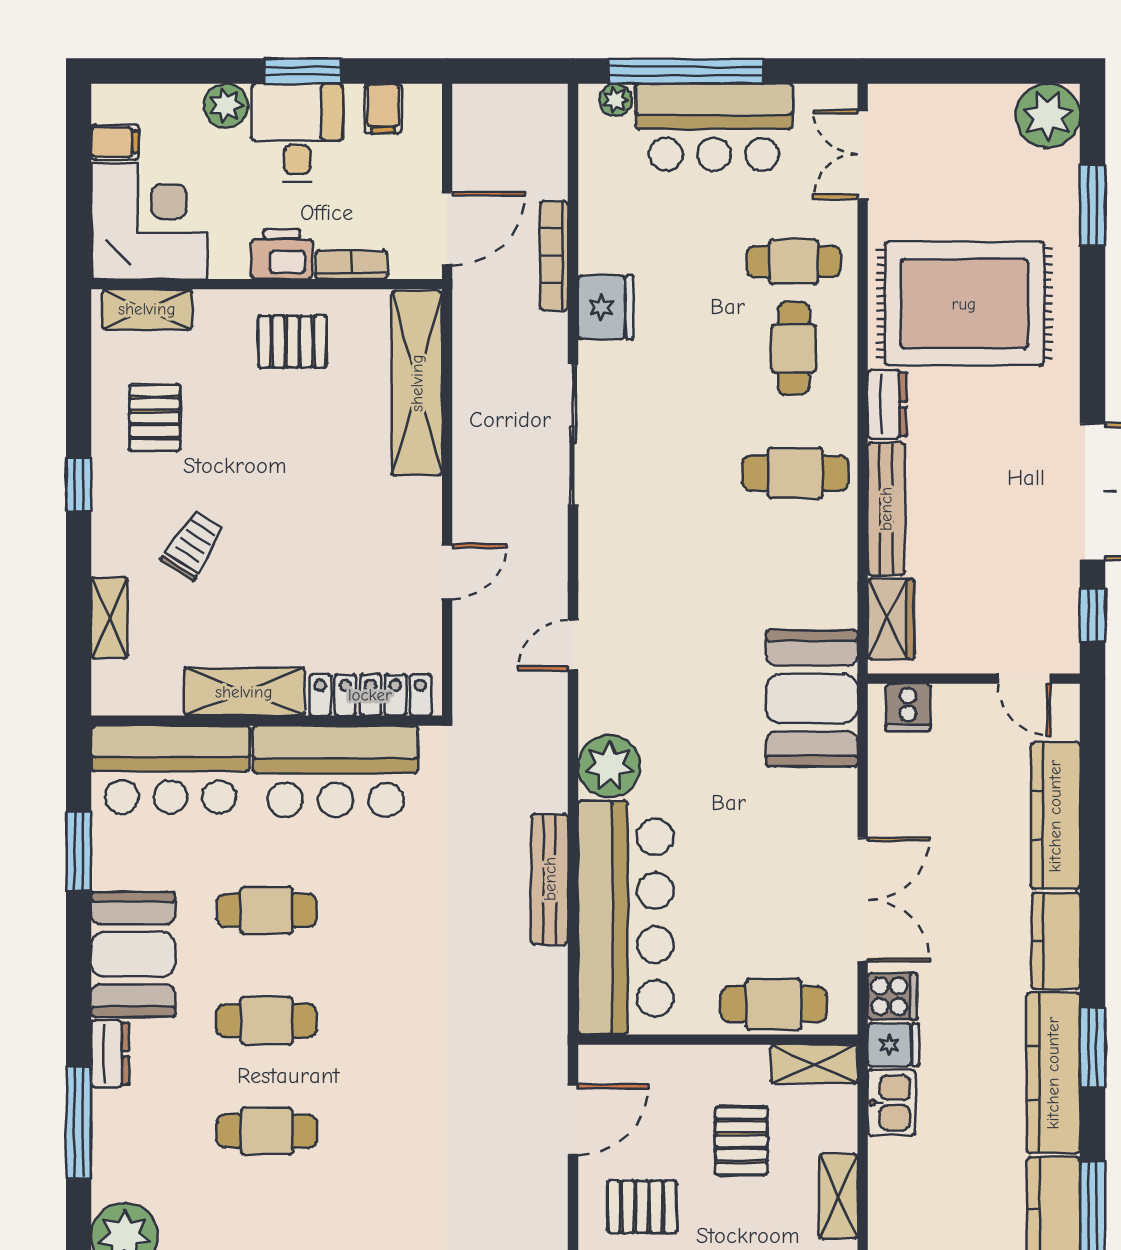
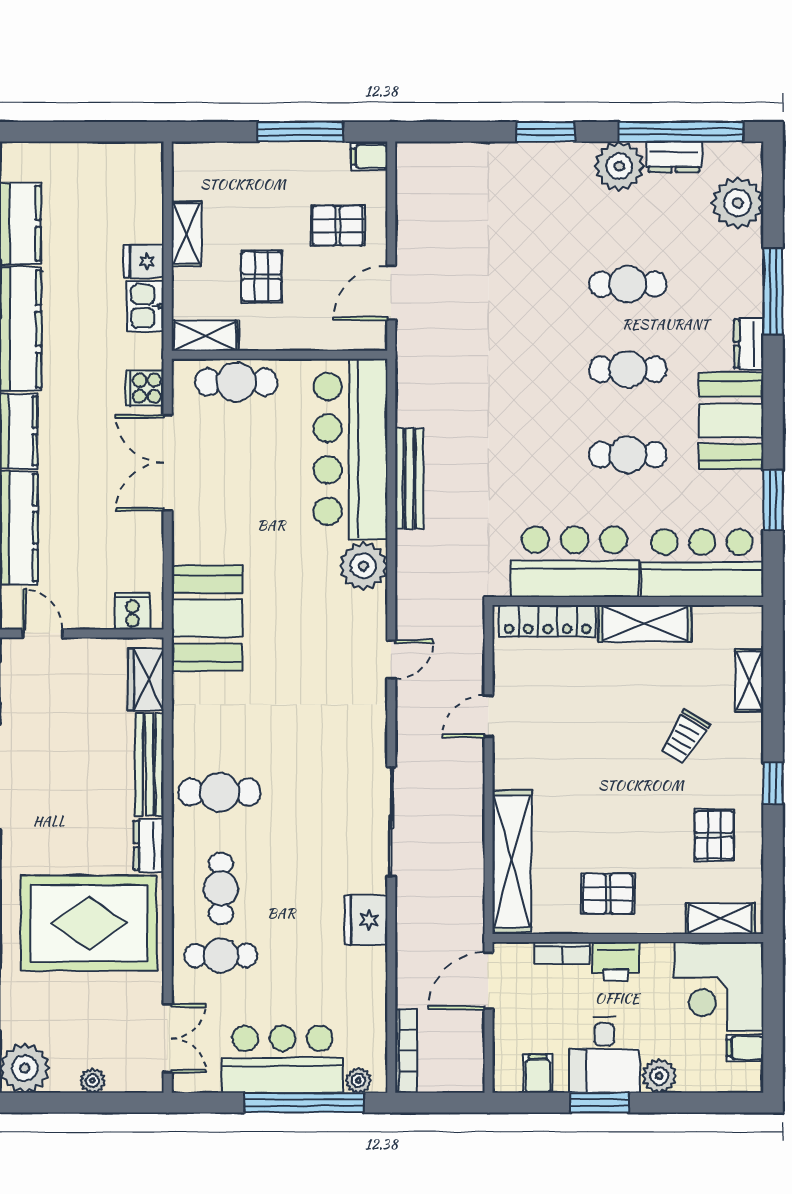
plant: (960, 99) -> (92, 1081), added
bookcase: (554, 256) -> (406, 1051), moved
fridge: (893, 1045) -> (144, 261), moved

